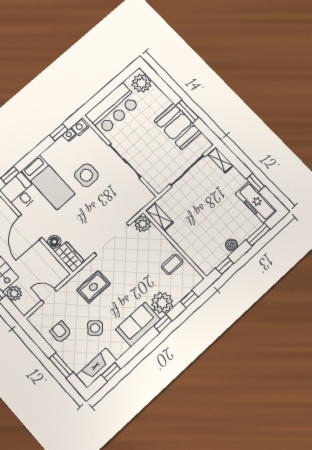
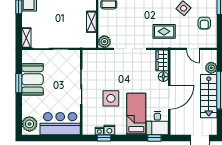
nightstand: (80, 127) -> (109, 130), moved
shelving: (159, 217) -> (91, 22), moved

